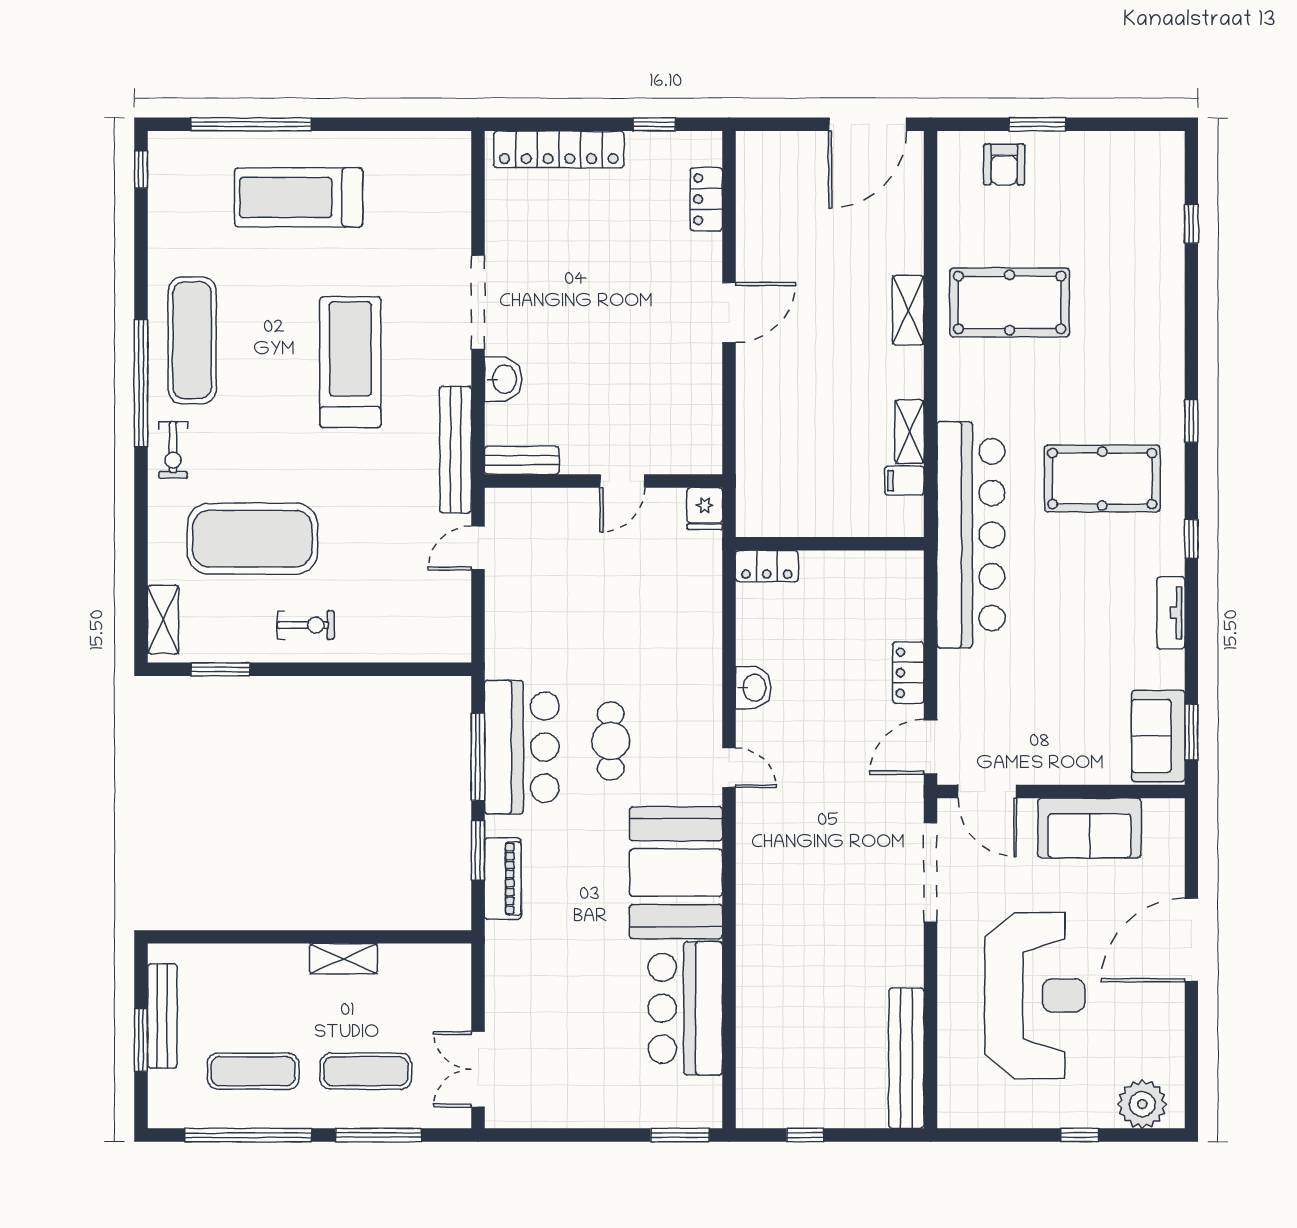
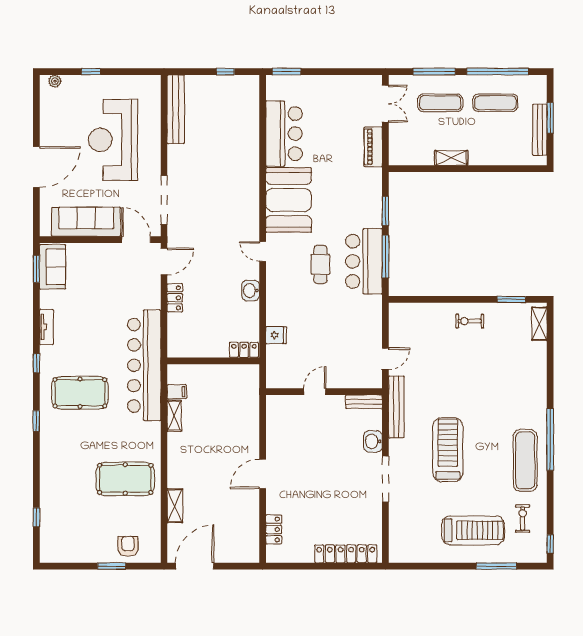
window: (251, 124) -> (496, 566), width x0.68
window: (654, 124) -> (299, 566), removed
shelving: (908, 310) -> (175, 506), moved
treadmill: (350, 362) -> (448, 450), turned 180
exercise bike: (173, 450) -> (523, 518), moved
fridge: (705, 509) -> (276, 335), moved, turned 90
exercise mat: (252, 539) -> (496, 363), removed
sofa: (1089, 828) -> (86, 222), width x1.36
piano: (503, 879) -> (373, 147), moved
plant: (1142, 1104) -> (55, 81), width x0.53, depth x0.53

